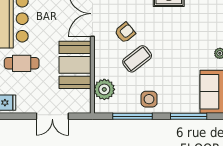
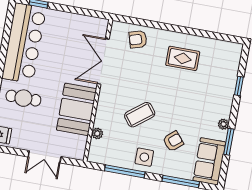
armchair: (125, 33) -> (173, 141), moved
plant: (104, 89) -> (97, 133), width x0.53, depth x0.53

